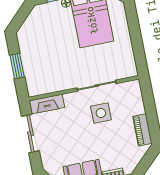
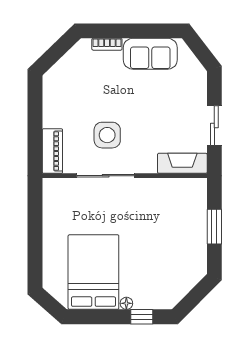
piano: (142, 130) -> (52, 151), moved
sliding door: (30, 134) -> (214, 126), width x0.73

